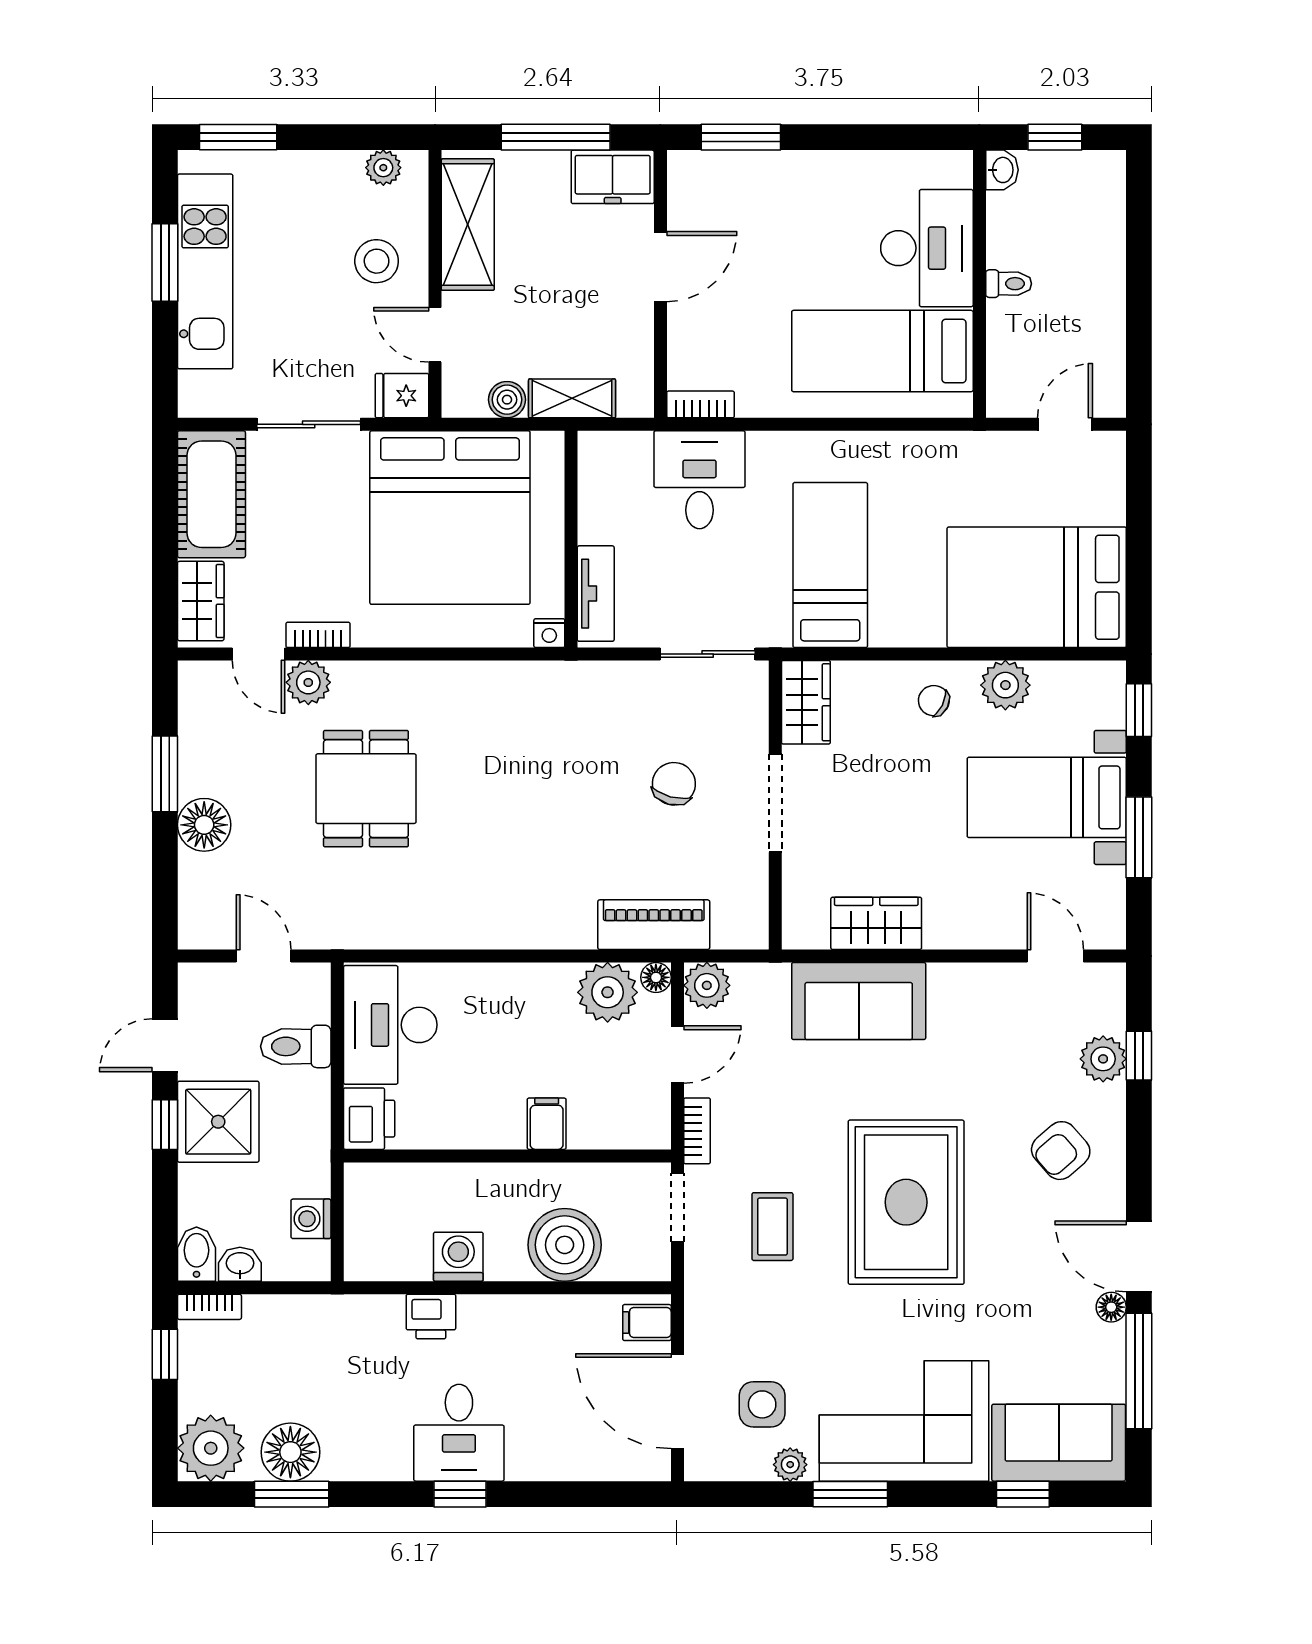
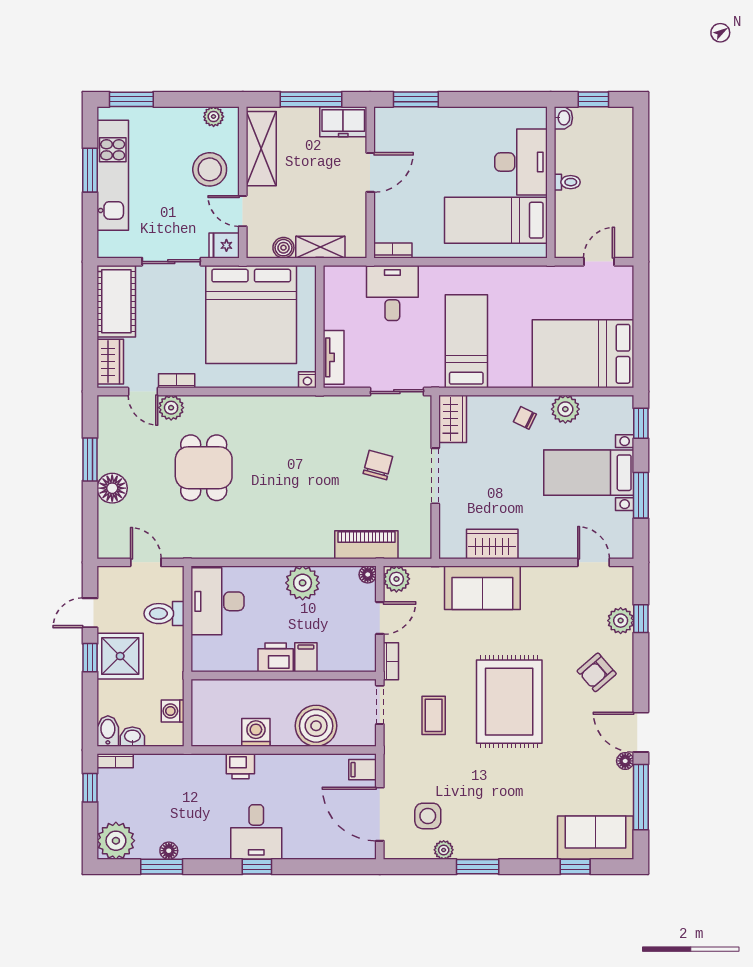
stool: (377, 261) -> (210, 169), width x1.38, depth x1.38
plant: (608, 992) -> (303, 583), moved
printer: (369, 1119) -> (276, 657), moved, turned -90
corner sofa: (904, 1421) -> (508, 825), removed
floor lamp: (290, 1452) -> (169, 851), width x0.53, depth x0.53

